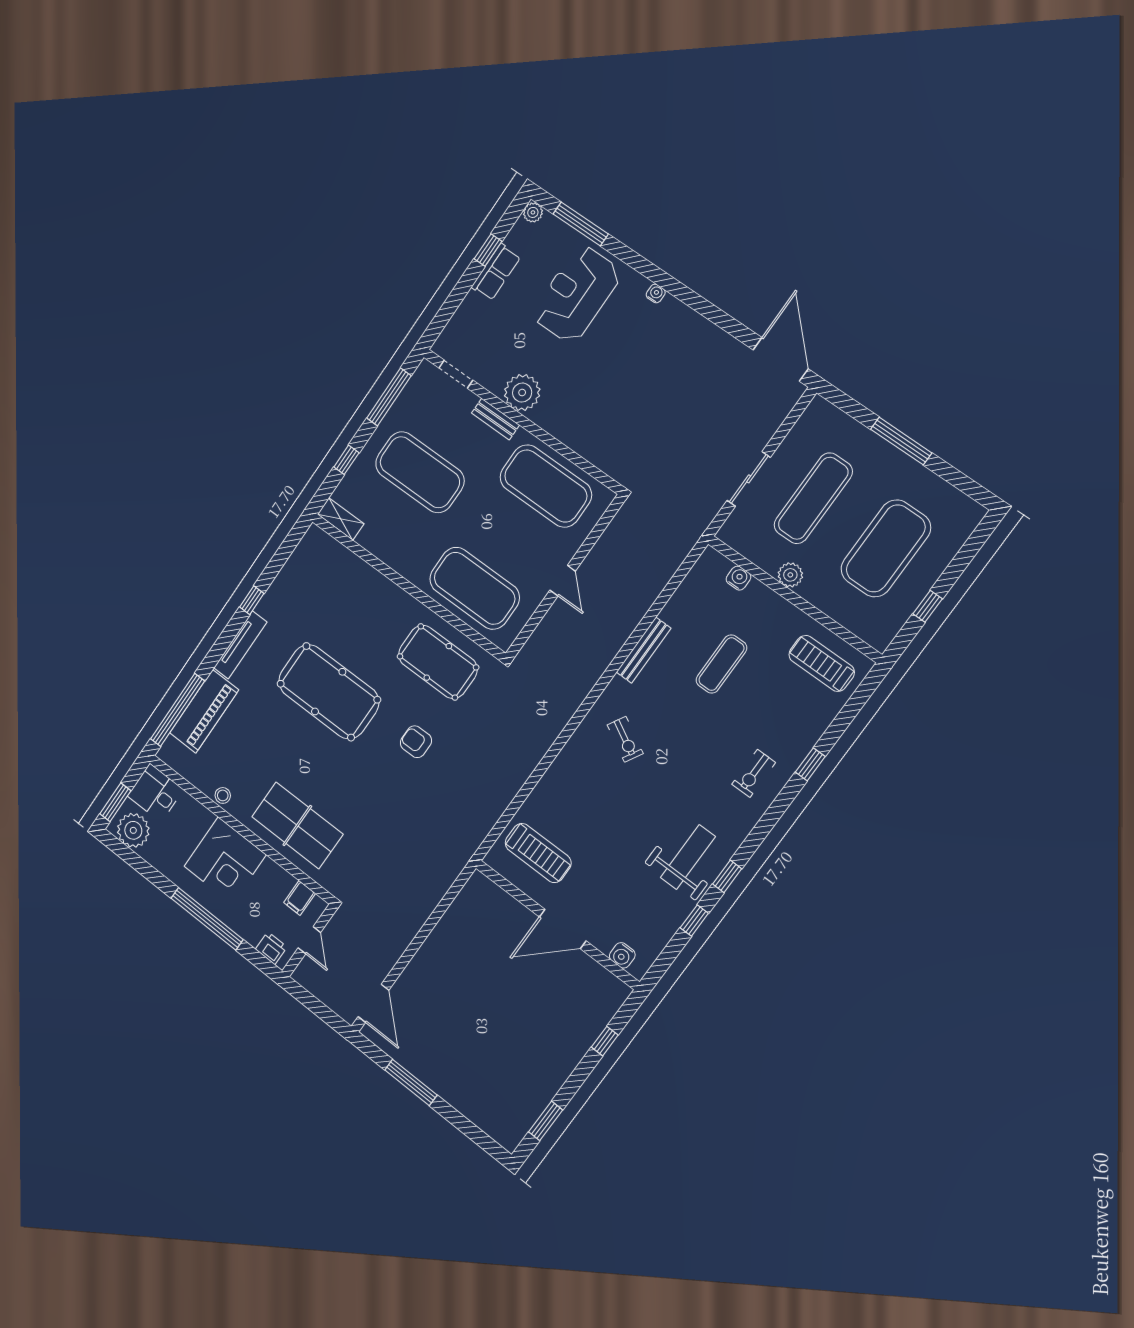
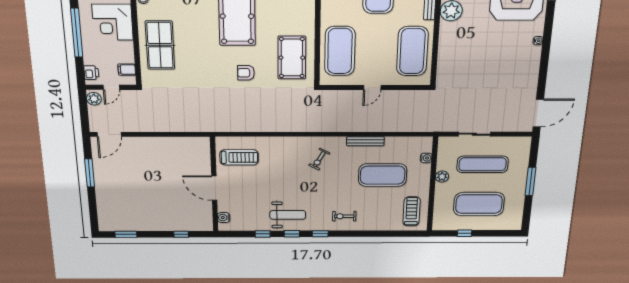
exercise mat: (721, 664) -> (383, 175), width x2.00, depth x1.45
armchair: (416, 742) -> (246, 73), turned -90
window: (810, 764) -> (320, 234), moved
treadmill: (538, 853) -> (239, 157), turned -90
plant: (309, 977) -> (94, 99), added

